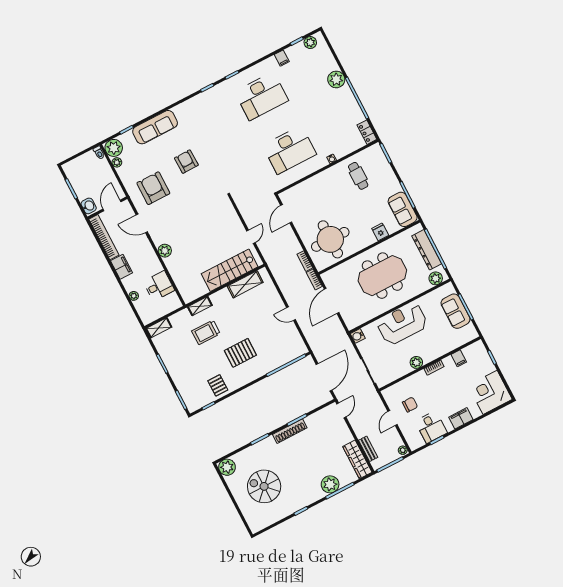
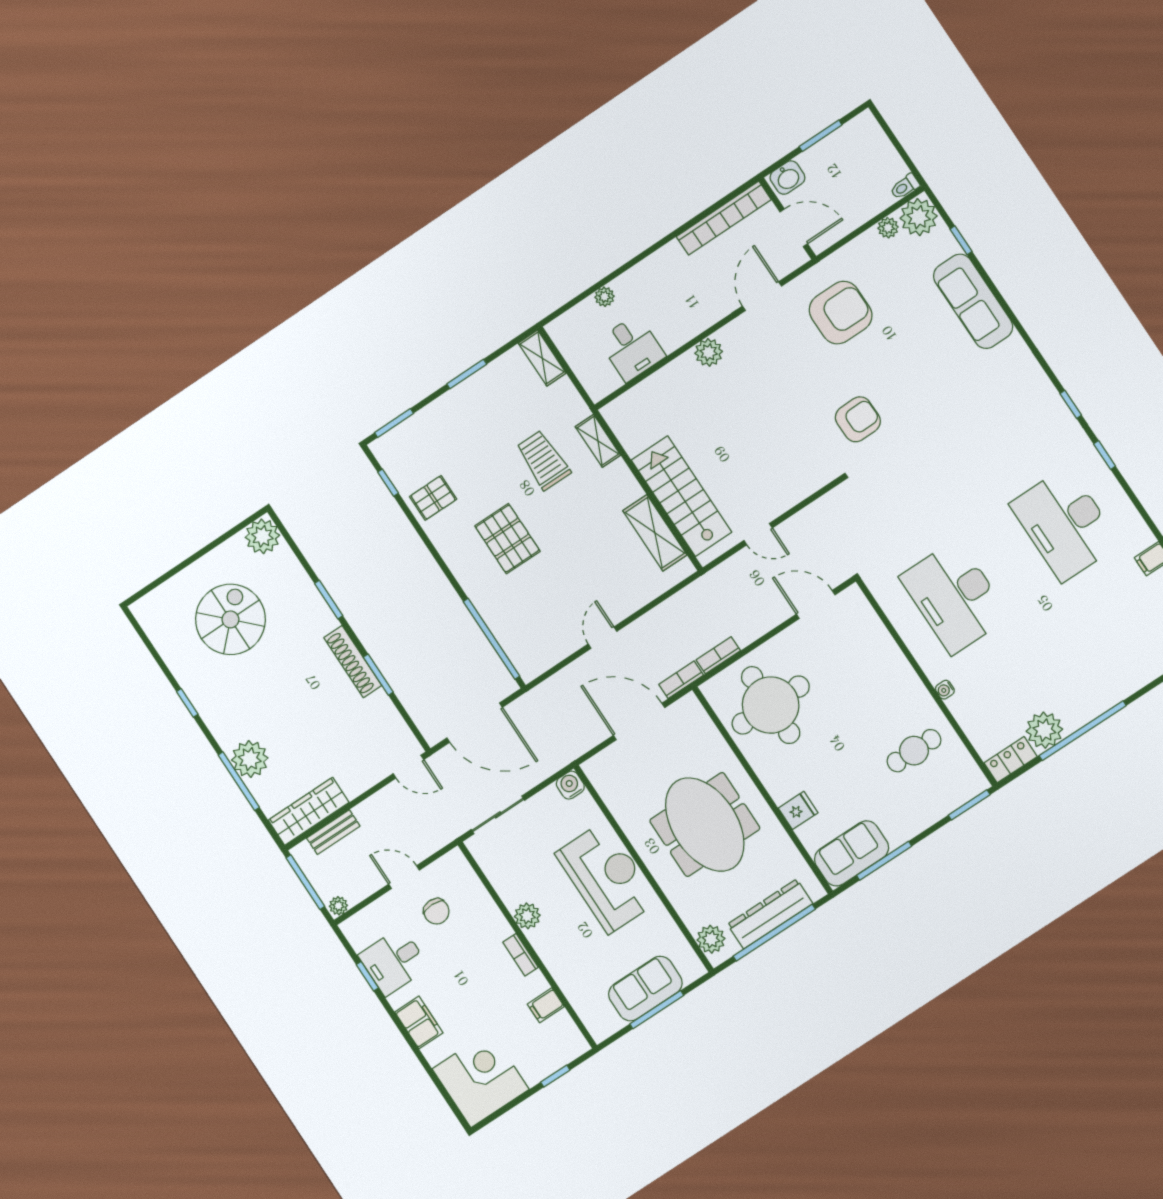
plant: (336, 79) -> (1044, 730), moved
armchair: (186, 162) -> (858, 419), moved
filing cabinet: (121, 267) -> (664, 263), removed

